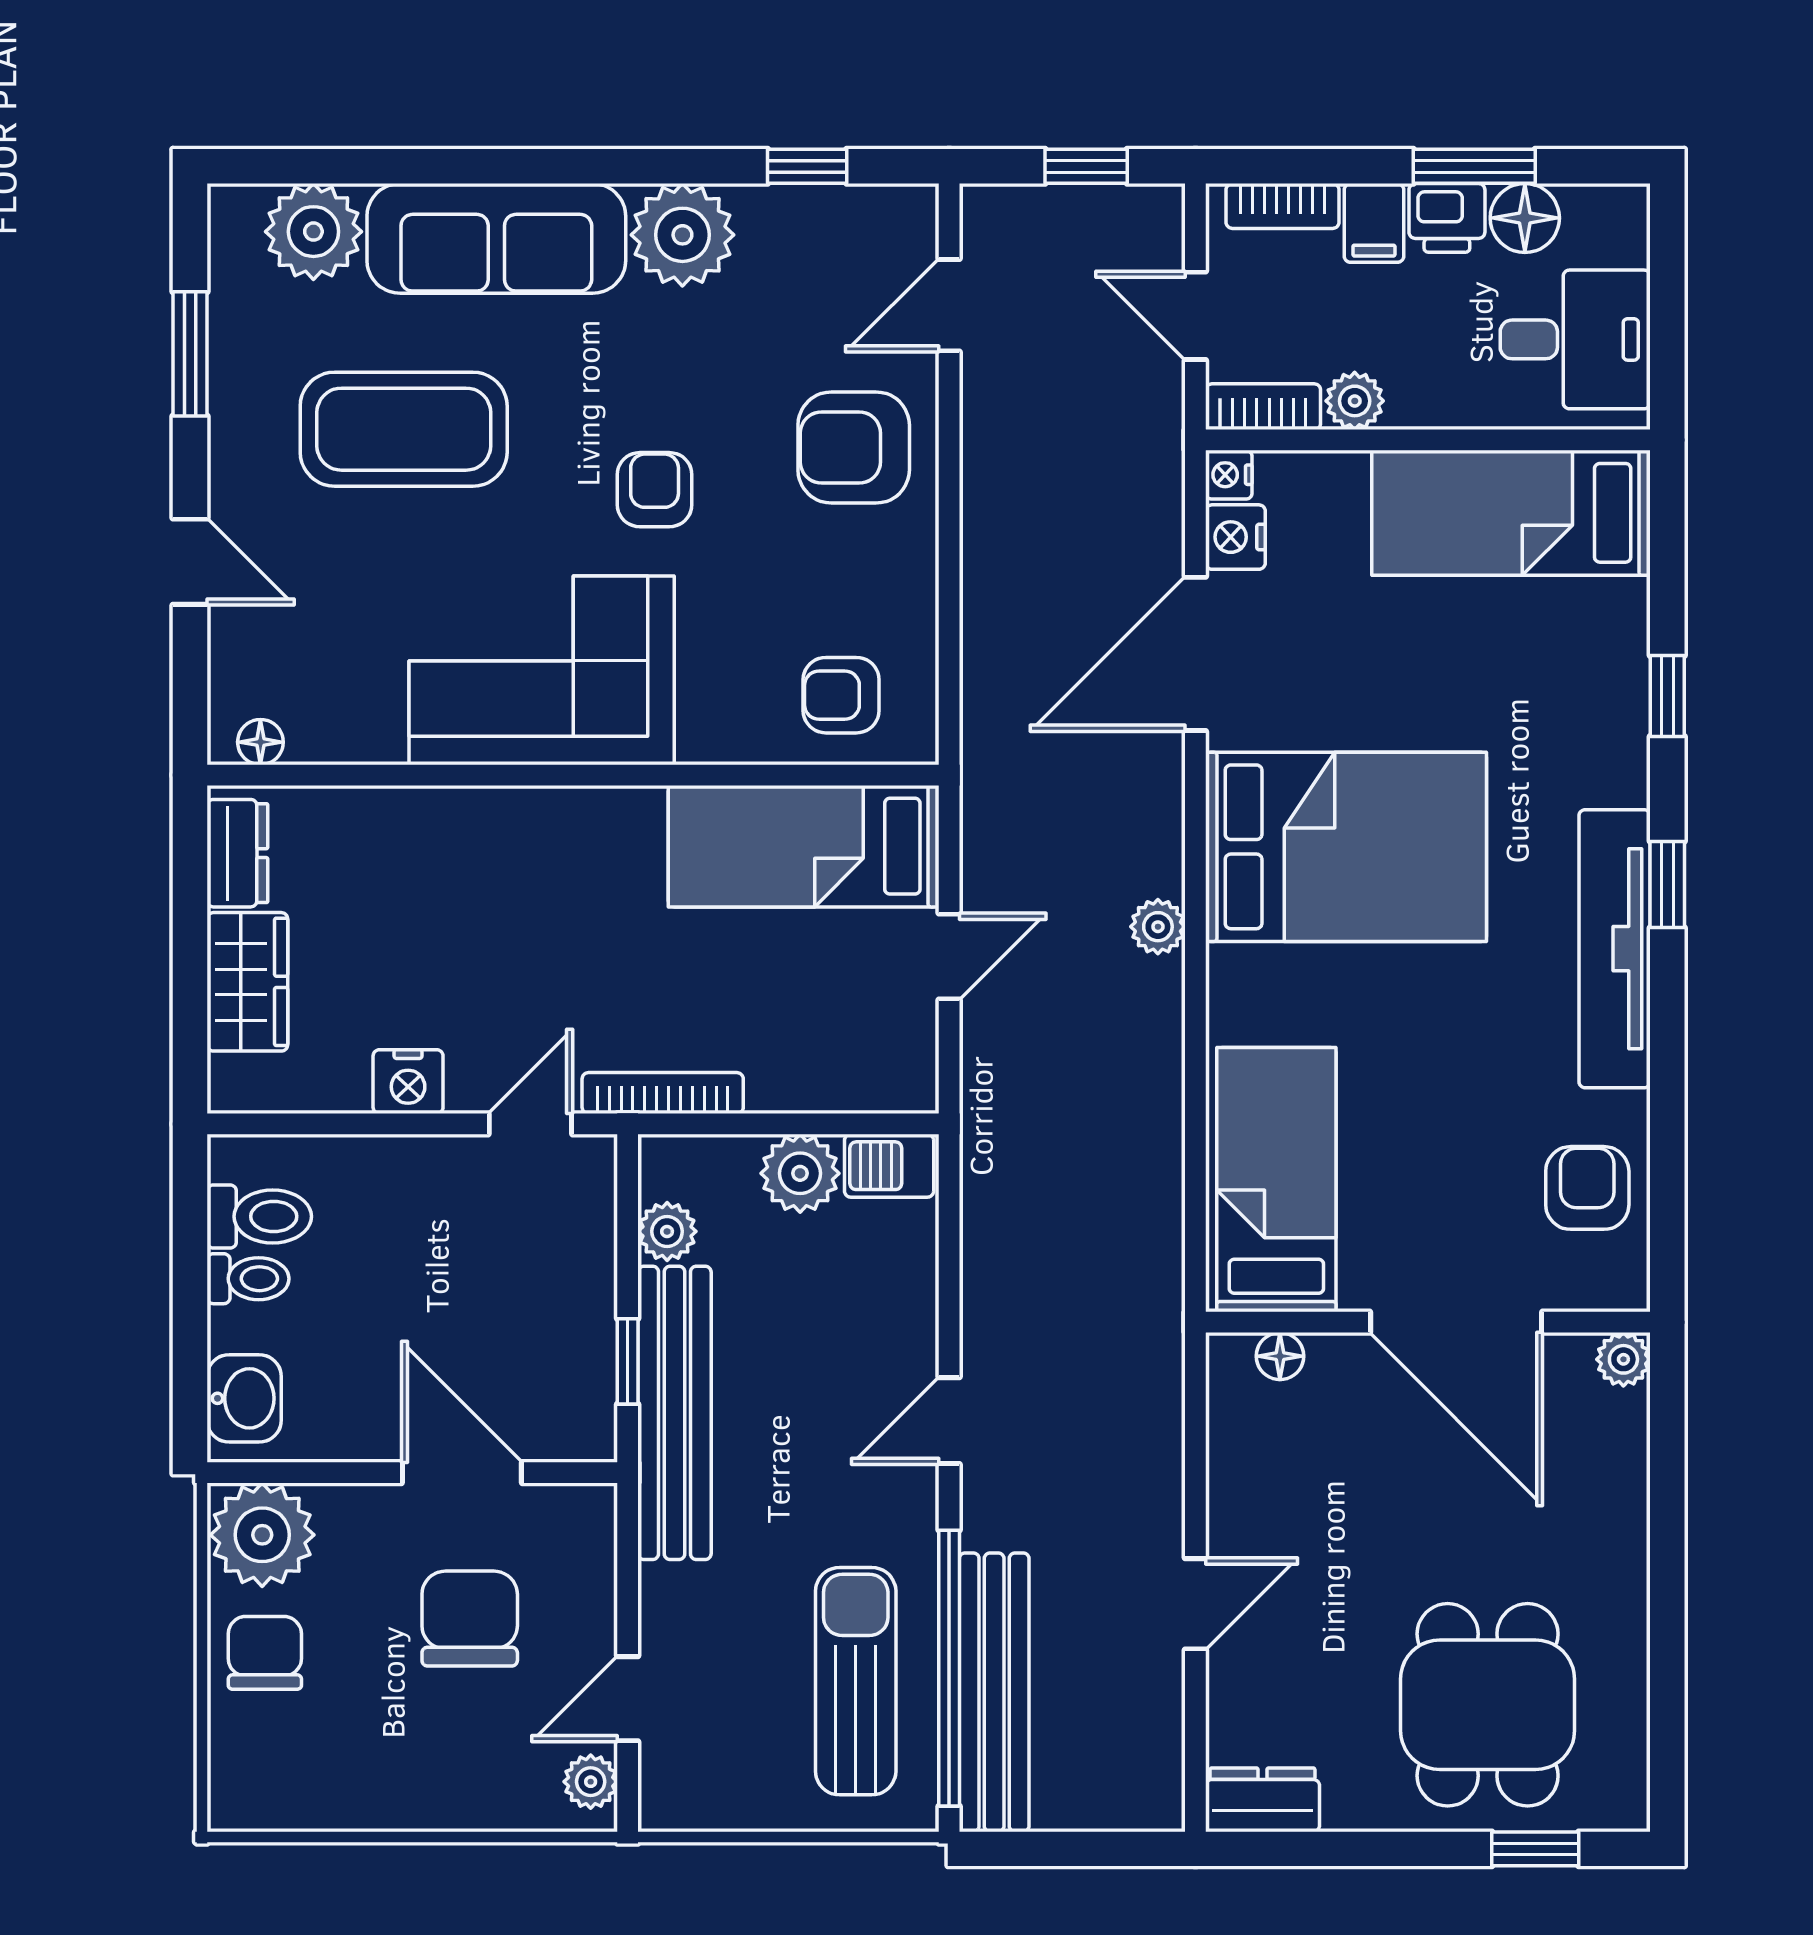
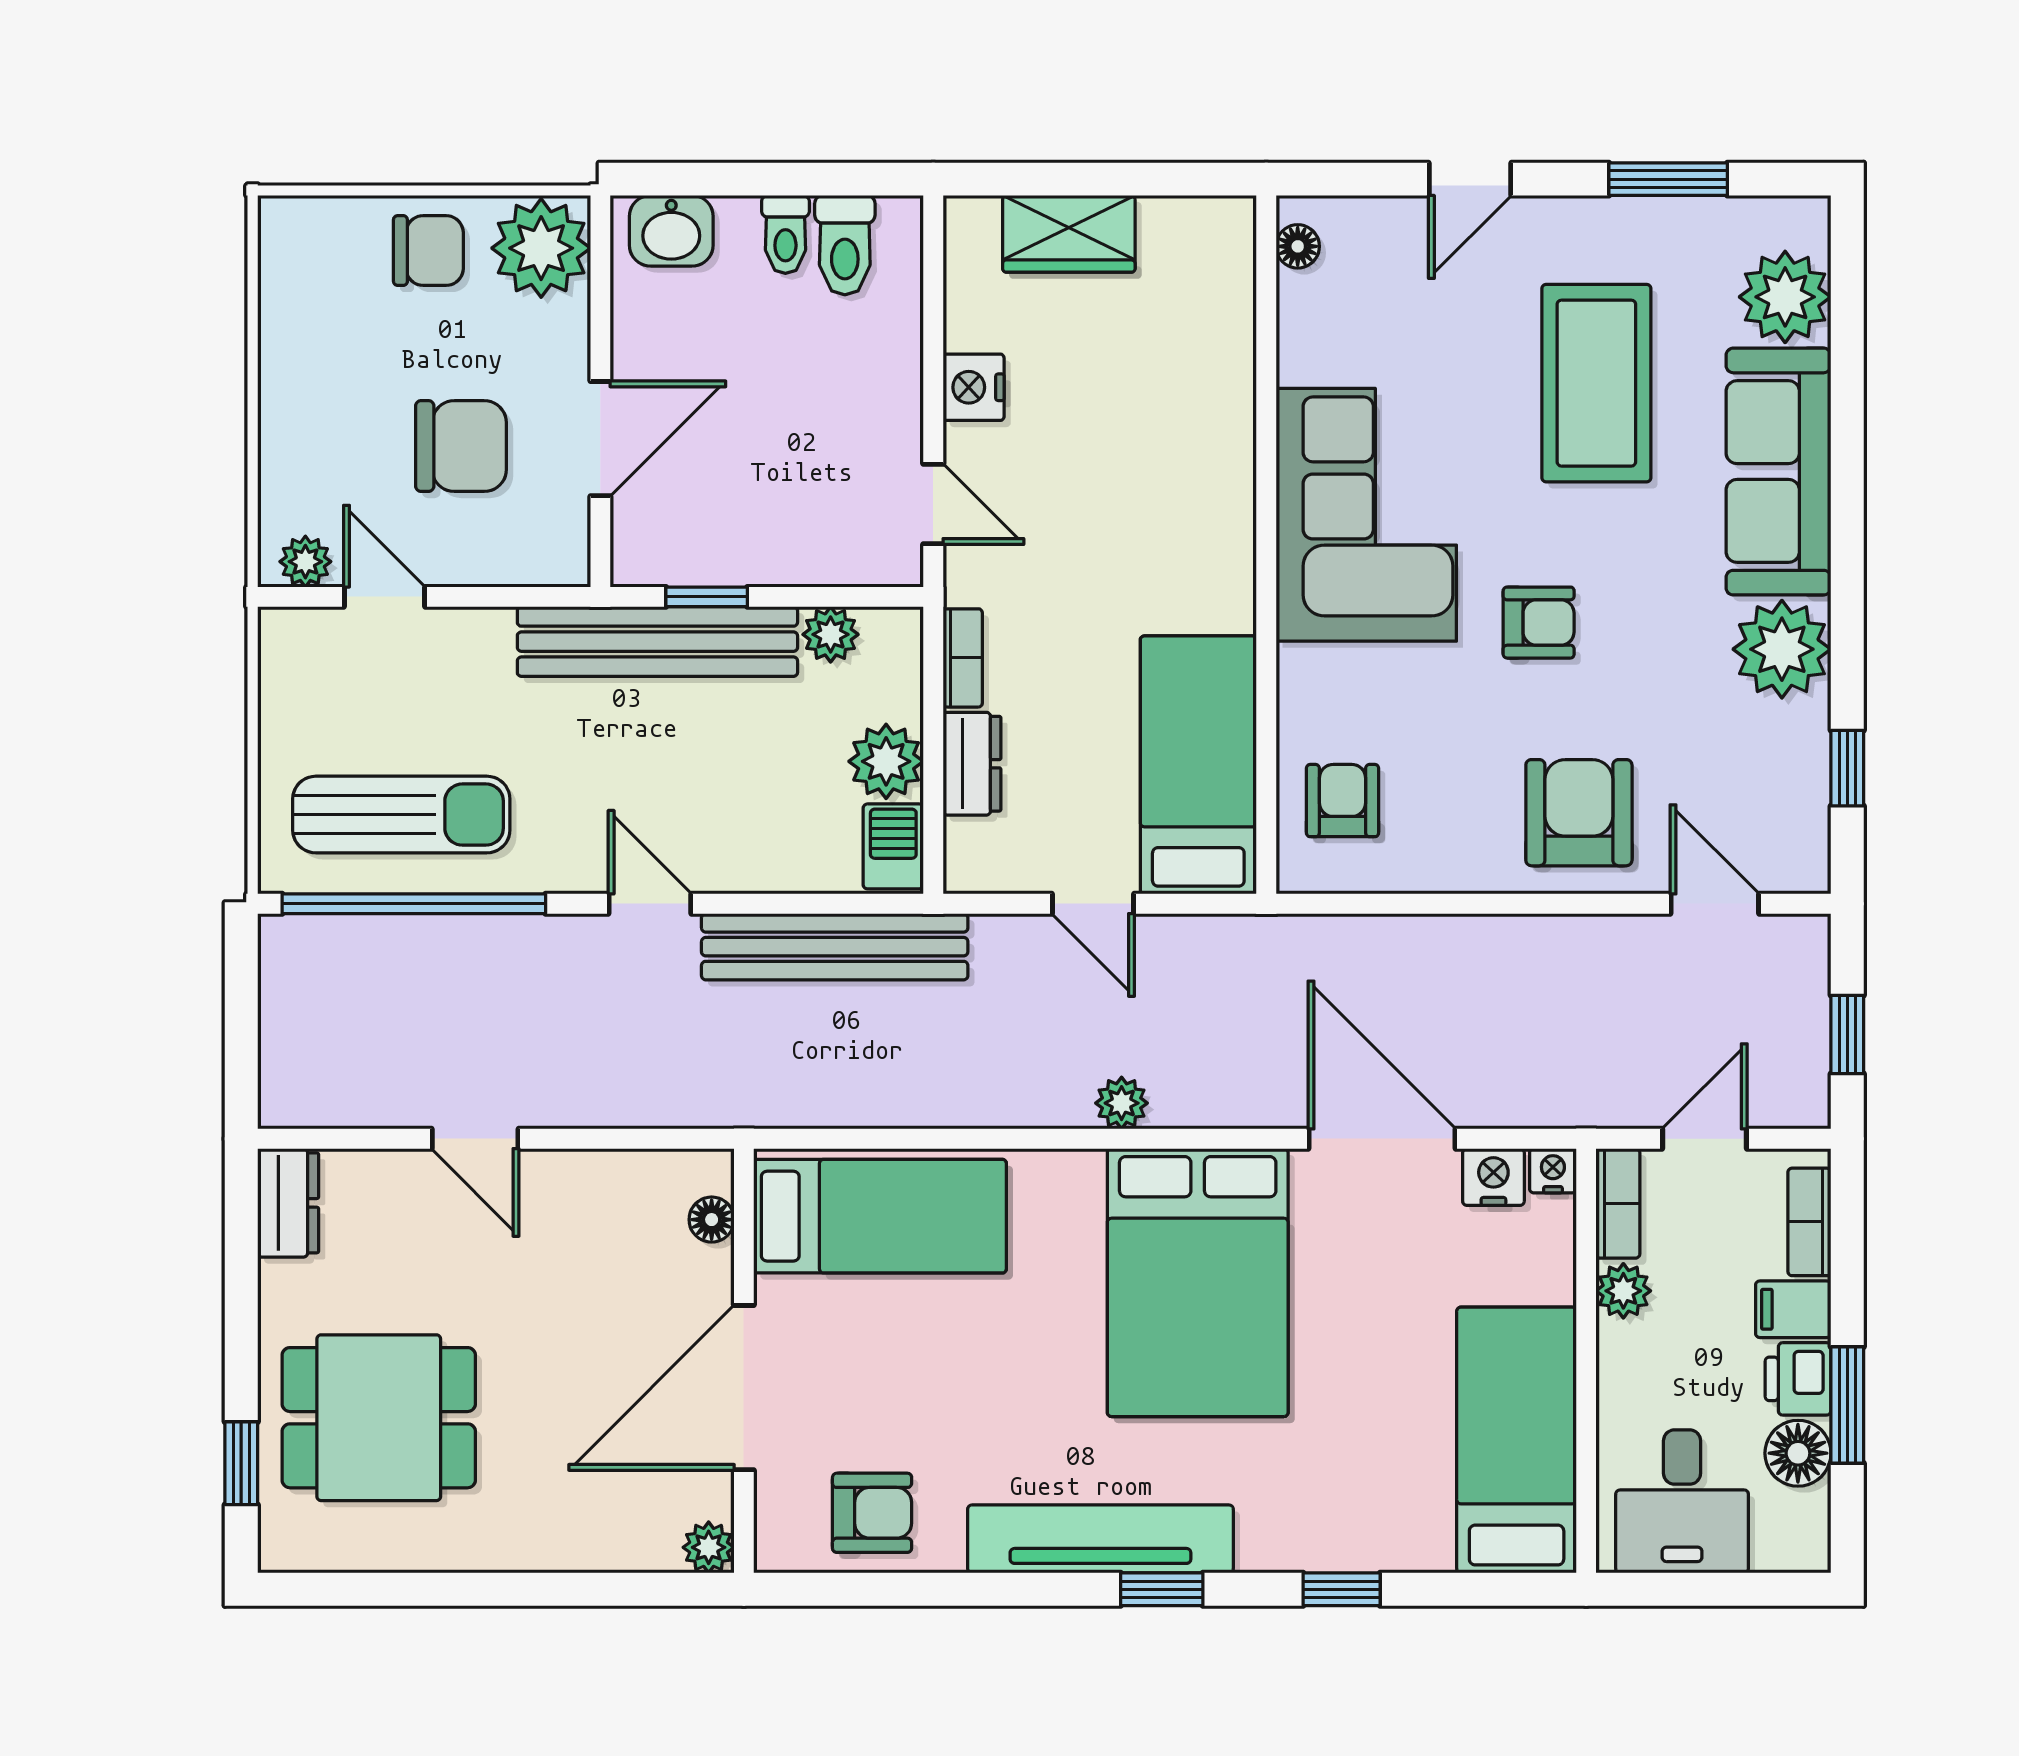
dresser: (237, 853) -> (972, 764), moved, turned -90
bookcase: (663, 1093) -> (963, 658), width x0.64
bench: (994, 1692) -> (835, 947), moved

